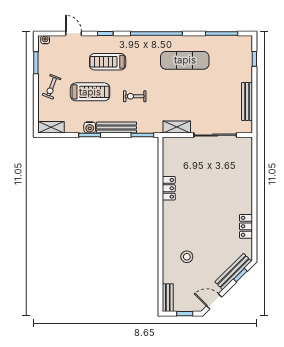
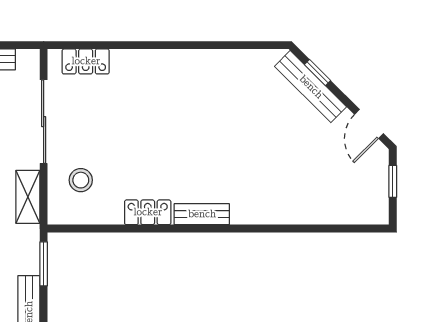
locker: (246, 226) -> (86, 61), moved
stool: (187, 257) -> (81, 180), moved
bench: (168, 298) -> (202, 214), moved

